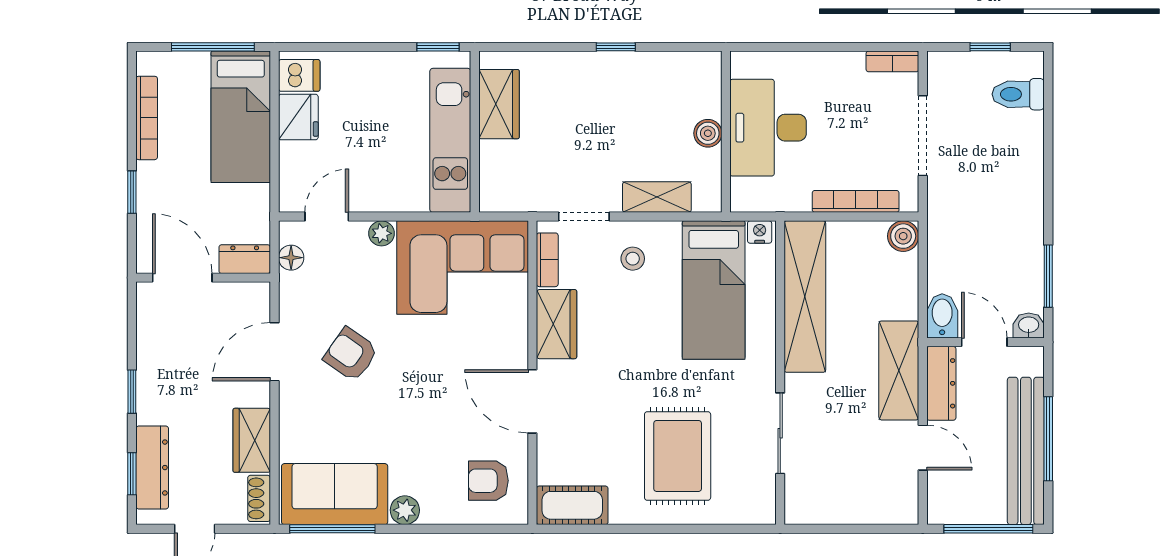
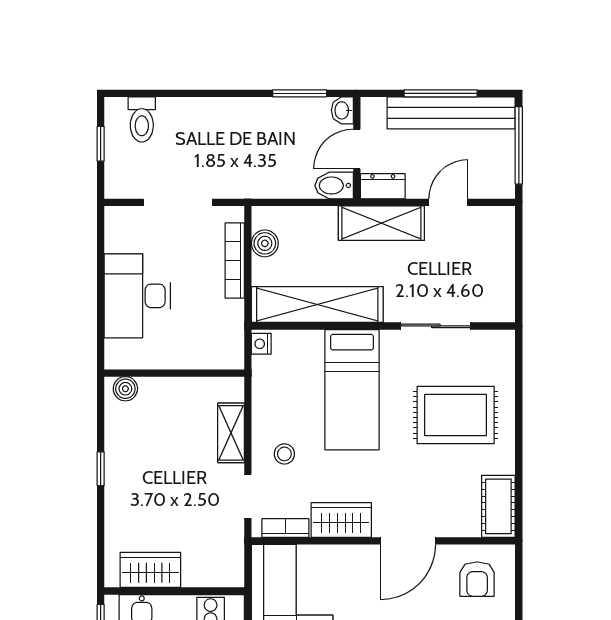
bookcase: (892, 61) -> (113, 229), removed
desk: (768, 128) -> (137, 296), moved, turned 90
boiler: (708, 133) -> (125, 389), moved
boiler: (903, 236) -> (265, 243), moved
bed: (714, 290) -> (352, 390), moved, turned 90
dresser: (941, 383) -> (383, 186), width x0.70

